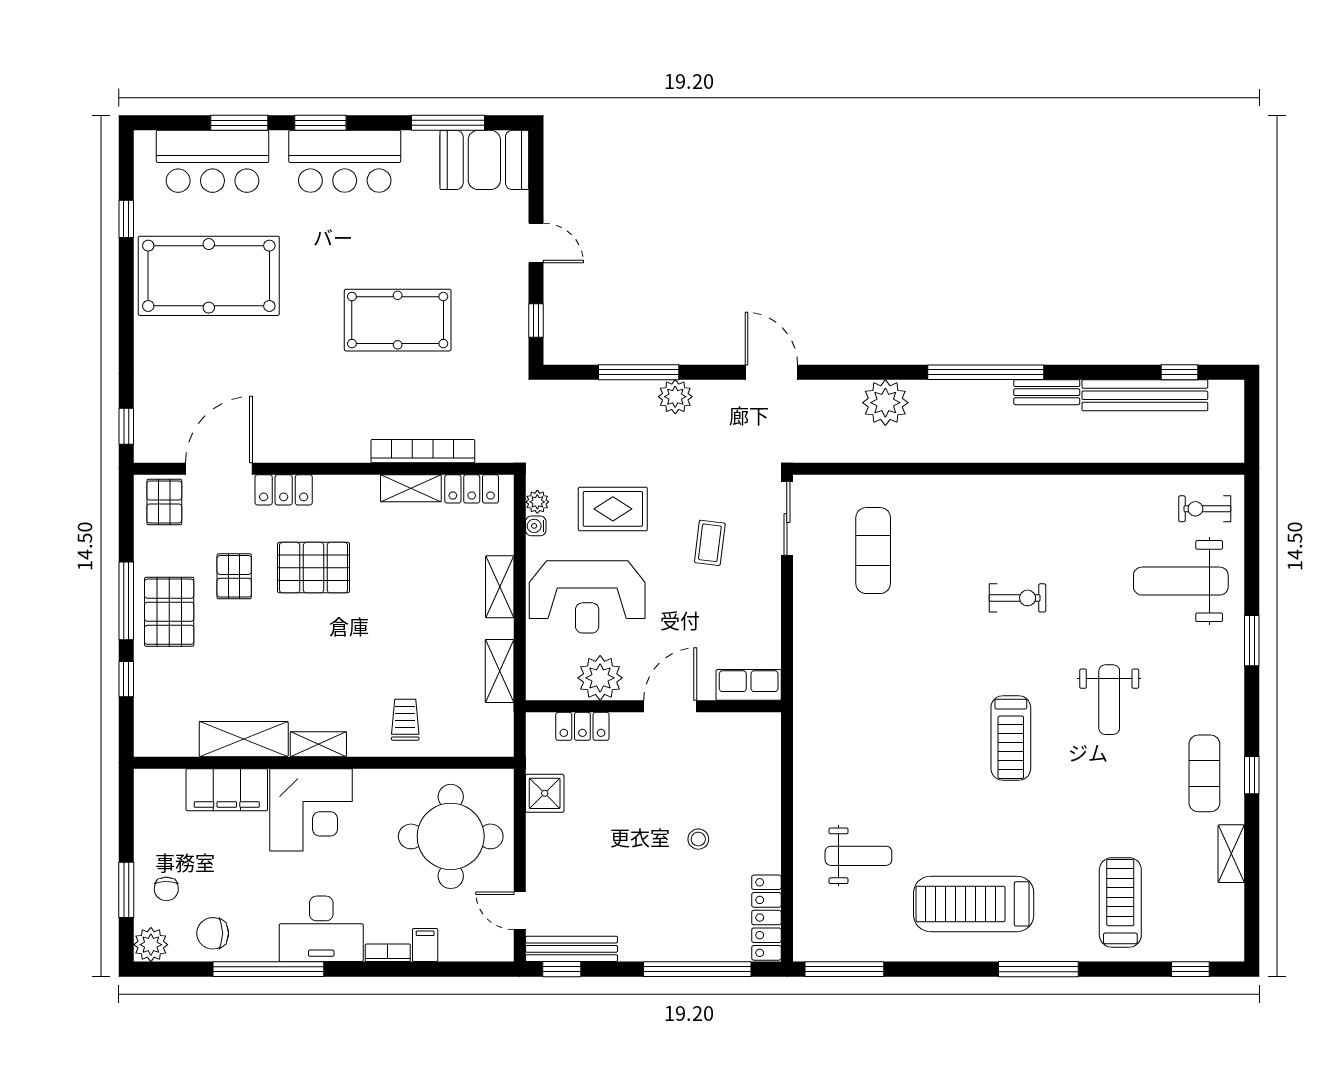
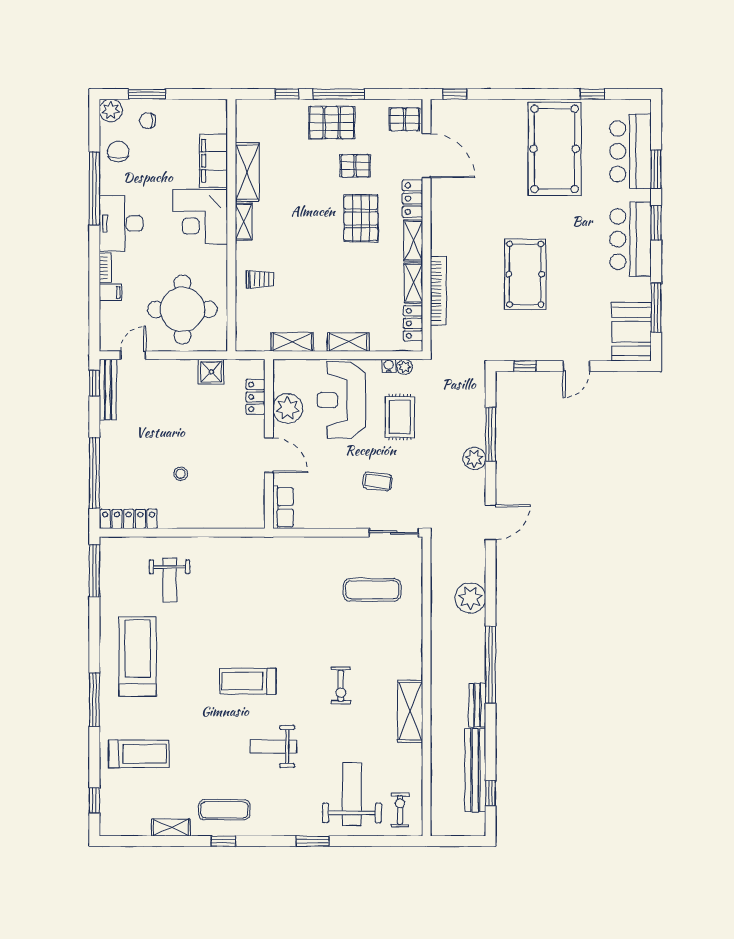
shelving: (347, 489) -> (413, 241), added
shelving: (1056, 493) -> (410, 711), added

